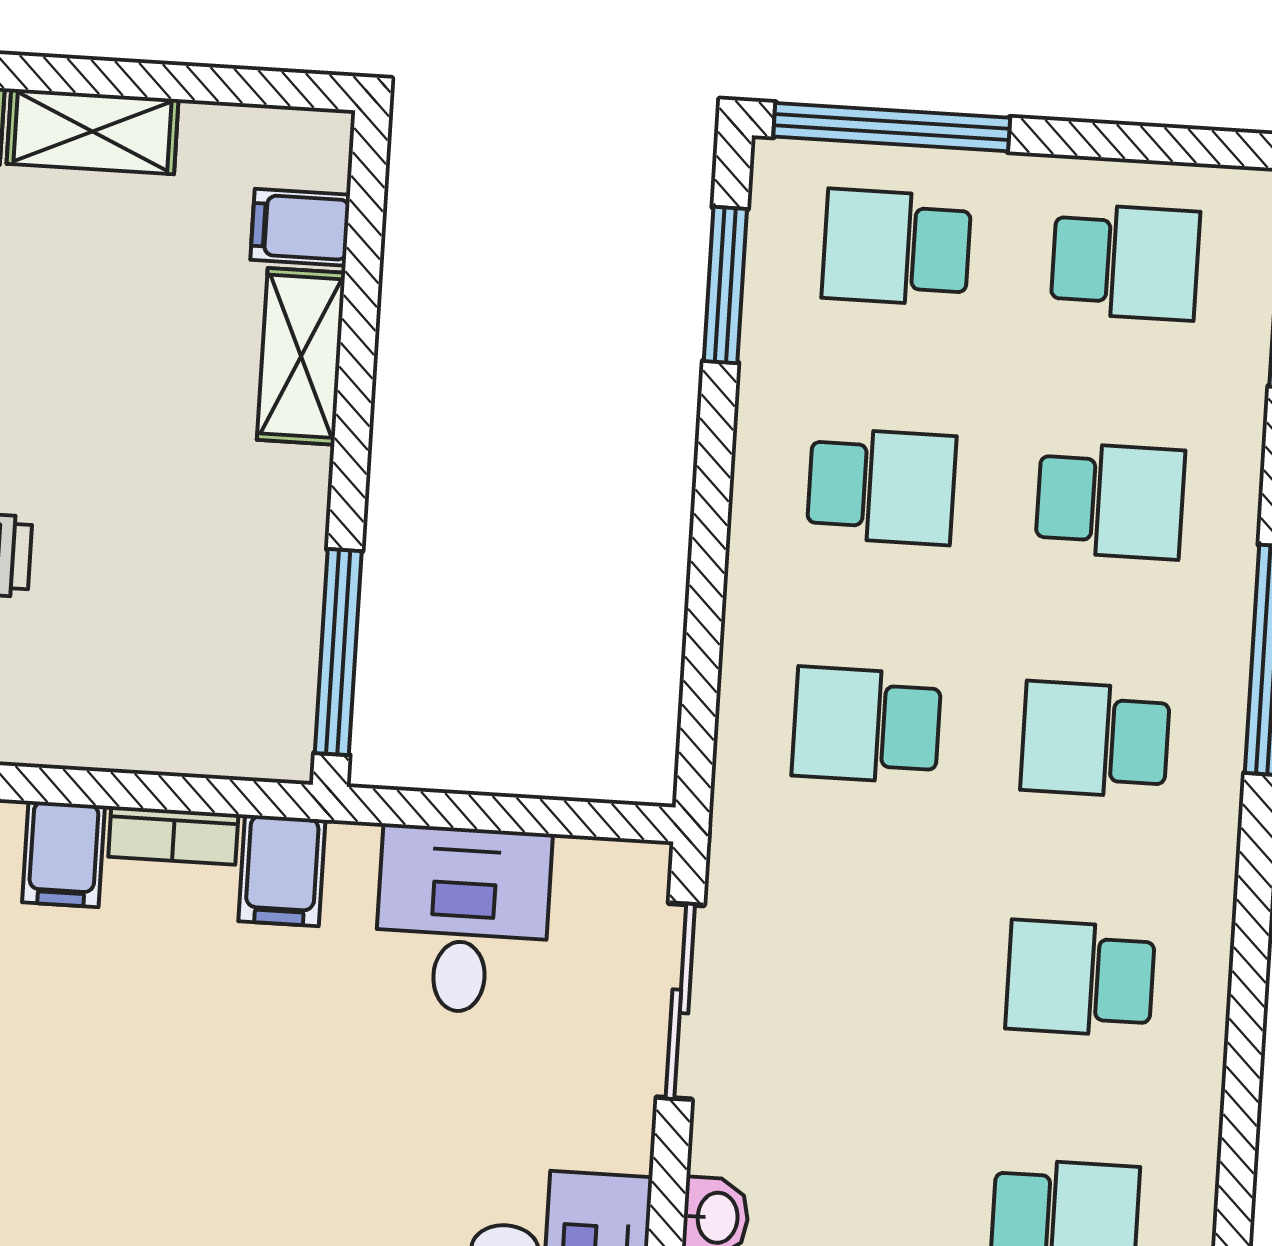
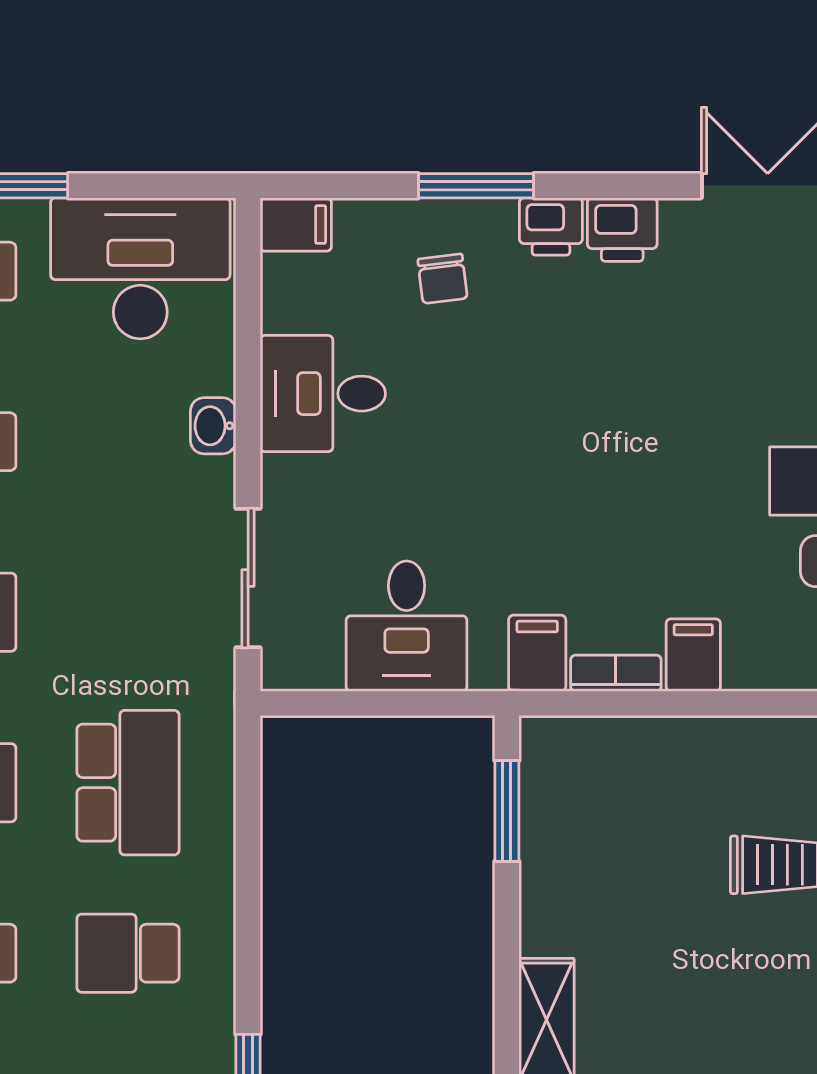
window: (338, 652) -> (507, 811), width x0.69
school desk: (866, 725) -> (128, 783), width x1.85

